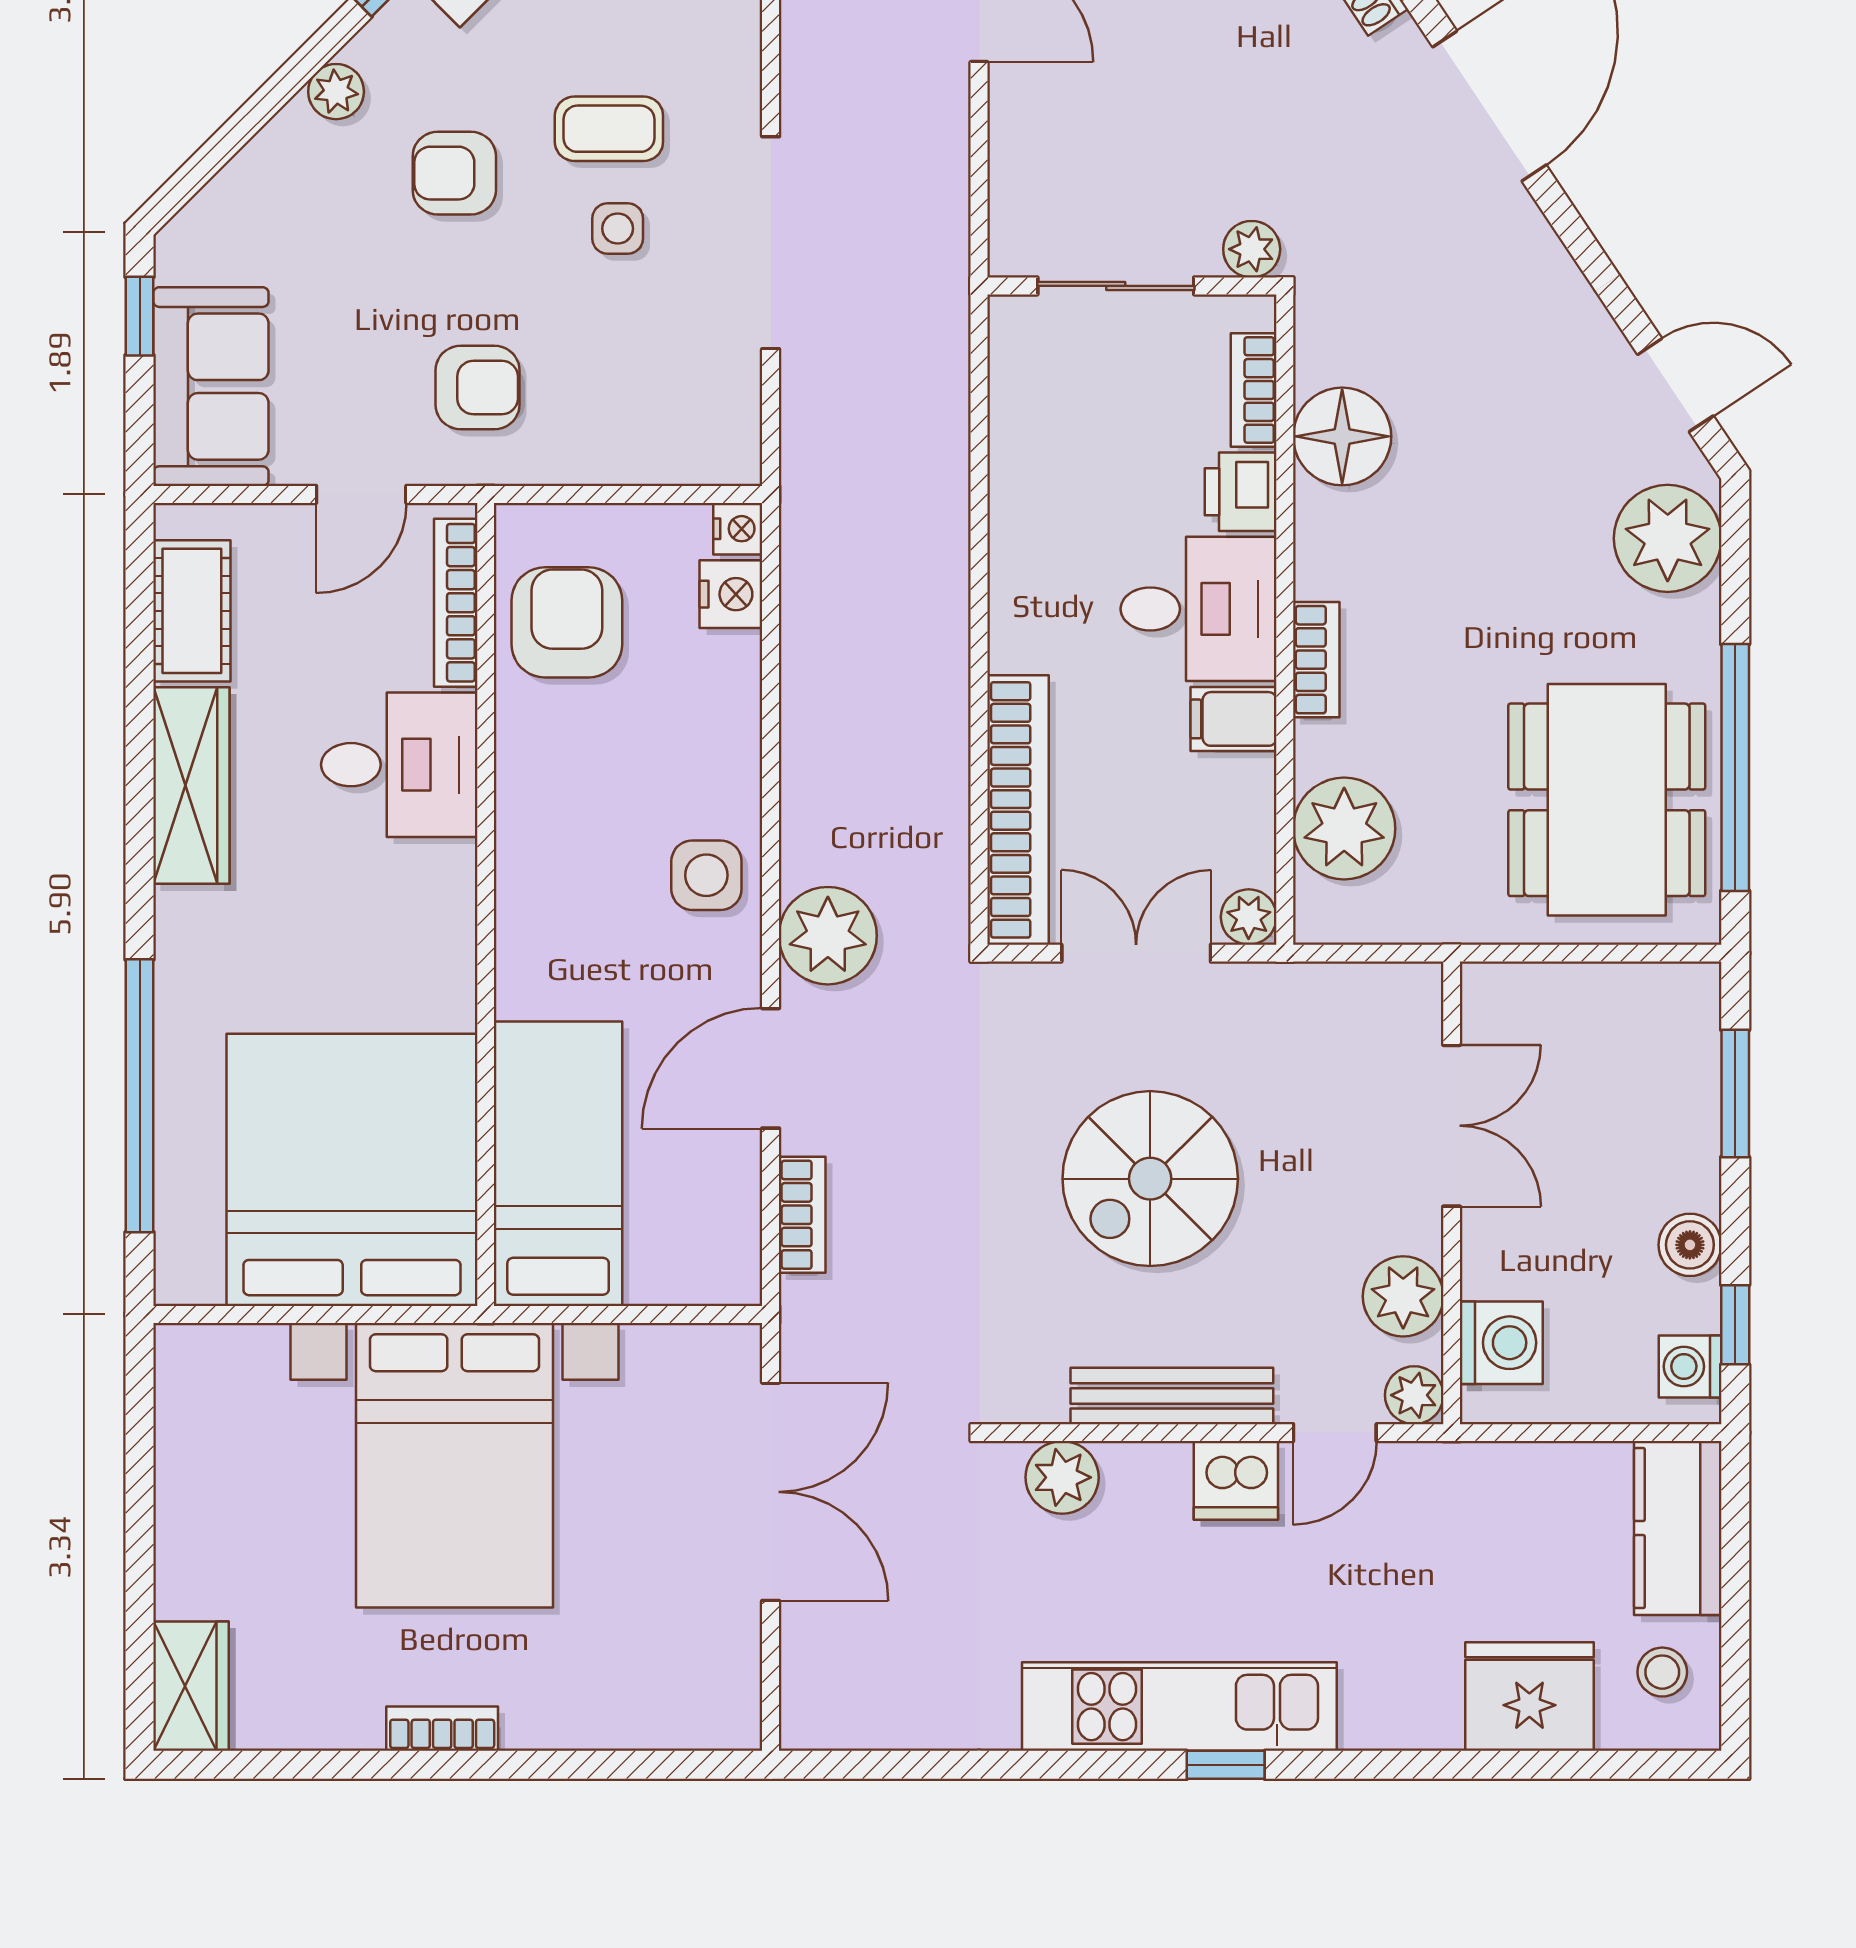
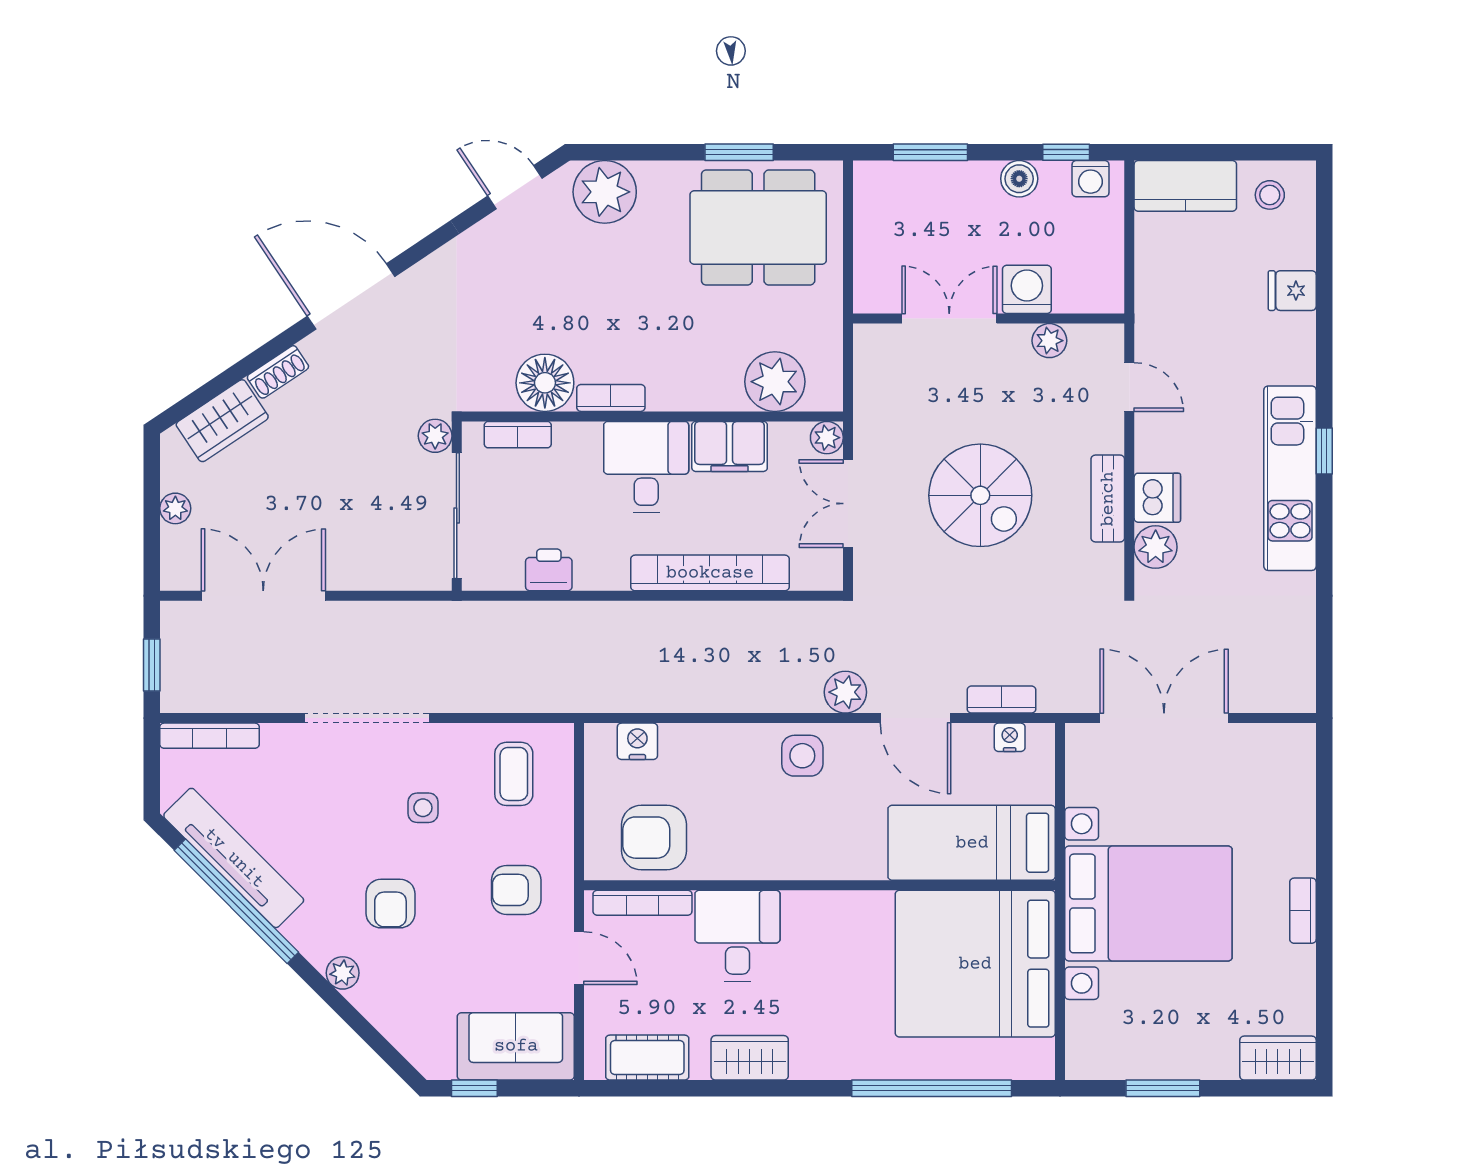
coffee table: (609, 129) -> (514, 774), moved
doorway: (771, 243) -> (367, 718), moved
sliding door: (1116, 286) -> (457, 516), width x1.37
door: (1675, 385) -> (515, 187), hinge flipped
armchair: (478, 388) -> (516, 890), turned -90
printer: (1241, 492) -> (549, 570), moved, turned 180
nightstand: (738, 529) -> (1010, 737), moved
bookcase: (1316, 660) -> (611, 398), moved
filing cabinet: (1234, 719) -> (730, 446), width x2.00
window: (1735, 768) -> (739, 152), width x0.47
wardrobe: (191, 785) -> (750, 1058), width x0.67
bookcase: (1018, 810) -> (710, 573), moved
plant: (828, 936) -> (845, 692), width x0.73, depth x0.73
plant: (1403, 1296) -> (1049, 341), width x0.73, depth x0.73
washing machine: (1501, 1343) -> (1027, 289), moved
plant: (1414, 1395) -> (1107, 341), removed
bench: (1172, 1396) -> (1108, 499), width x0.73
dishwasher: (1236, 1480) -> (1157, 498), moved
window: (140, 1490) -> (1163, 1088), added
fridge: (1529, 1697) -> (1292, 291), width x0.53, depth x0.75

